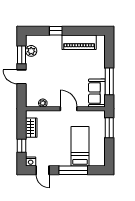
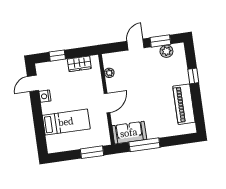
nightstand: (31, 161) -> (45, 96), moved
window: (73, 170) -> (38, 118), removed

